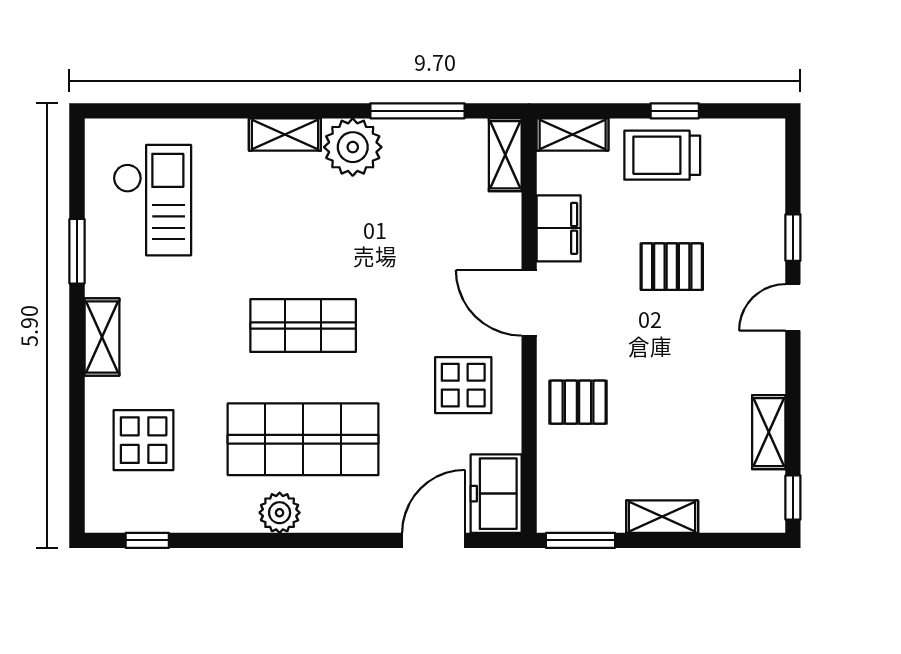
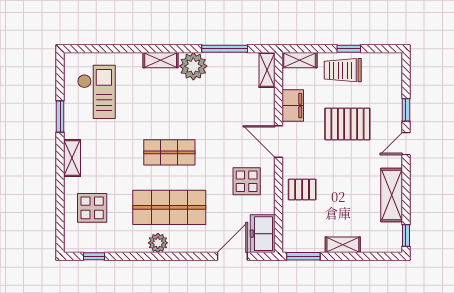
pallet: (672, 267) -> (347, 124), width x1.50, depth x1.42
shelving: (769, 432) -> (392, 195), width x1.50, depth x1.33

